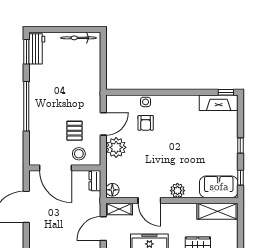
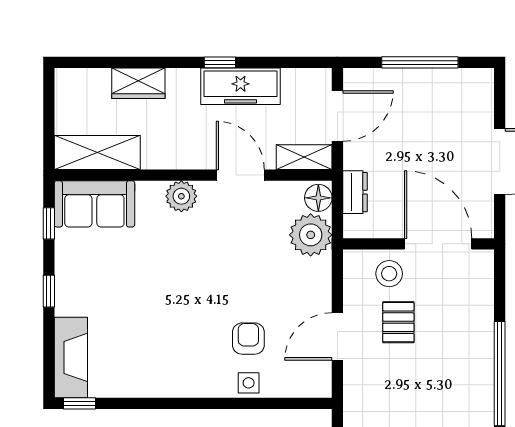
fireplace: (219, 103) -> (71, 357), moved, turned 90
plant: (116, 147) -> (311, 235), moved
dresser: (95, 181) -> (355, 192), moved

